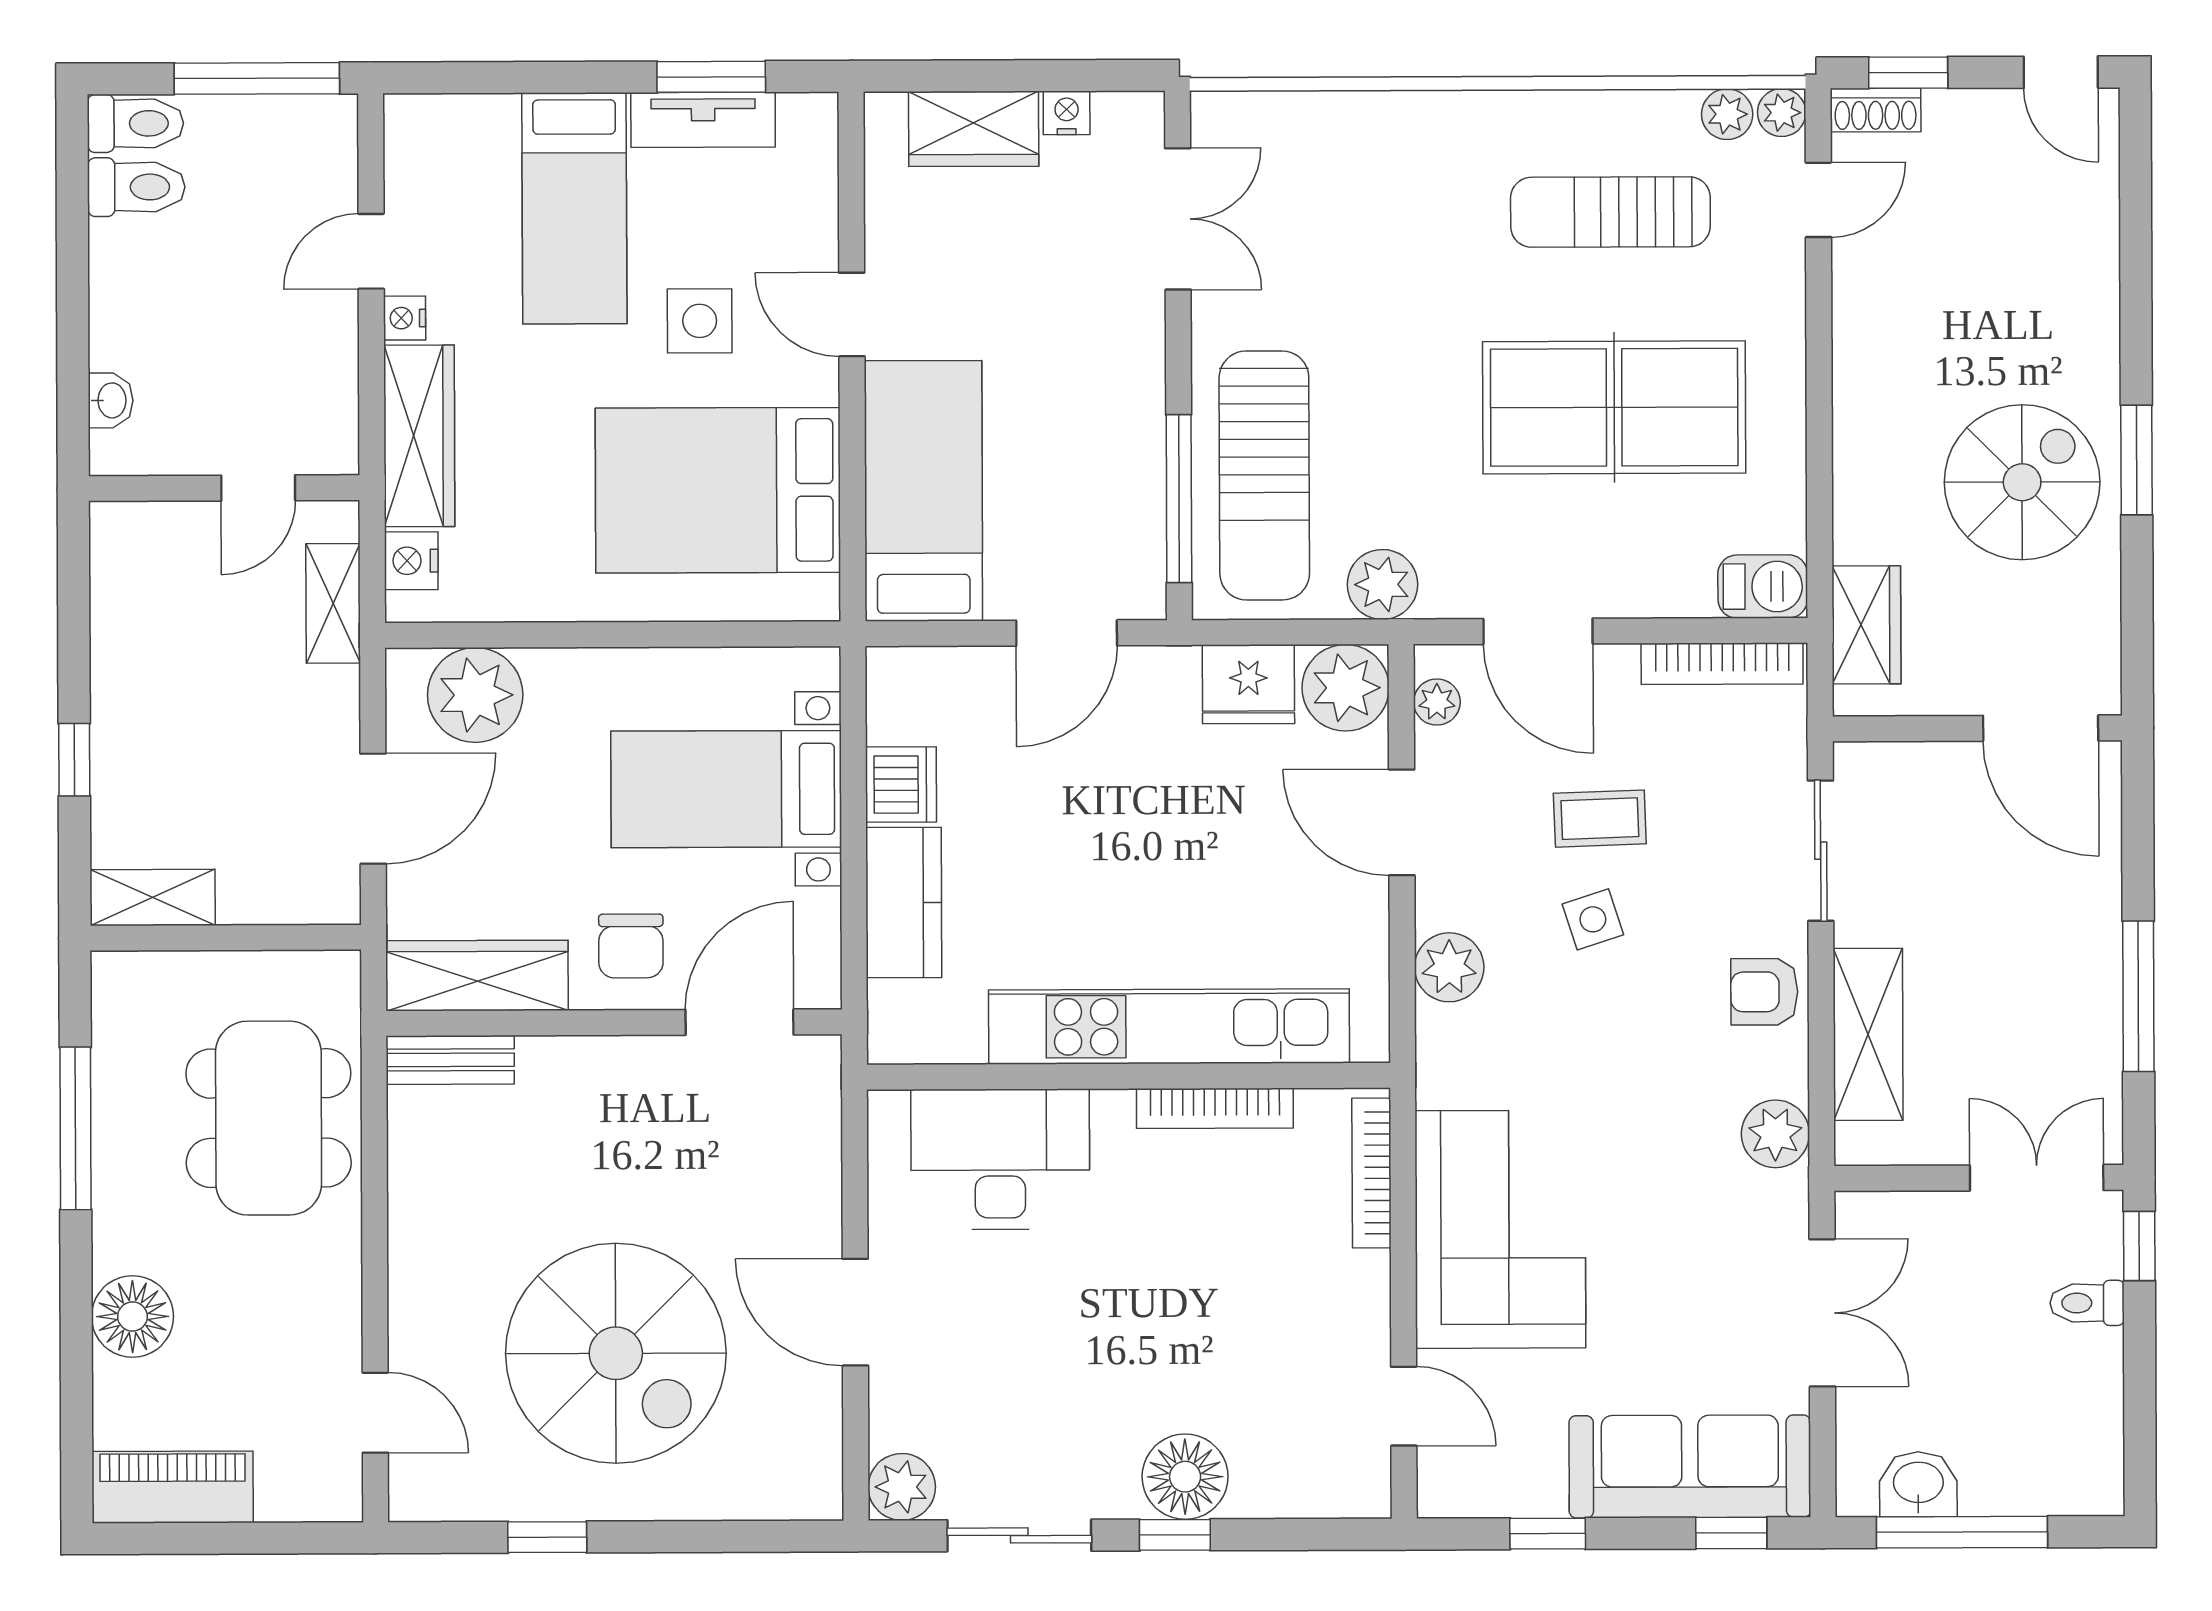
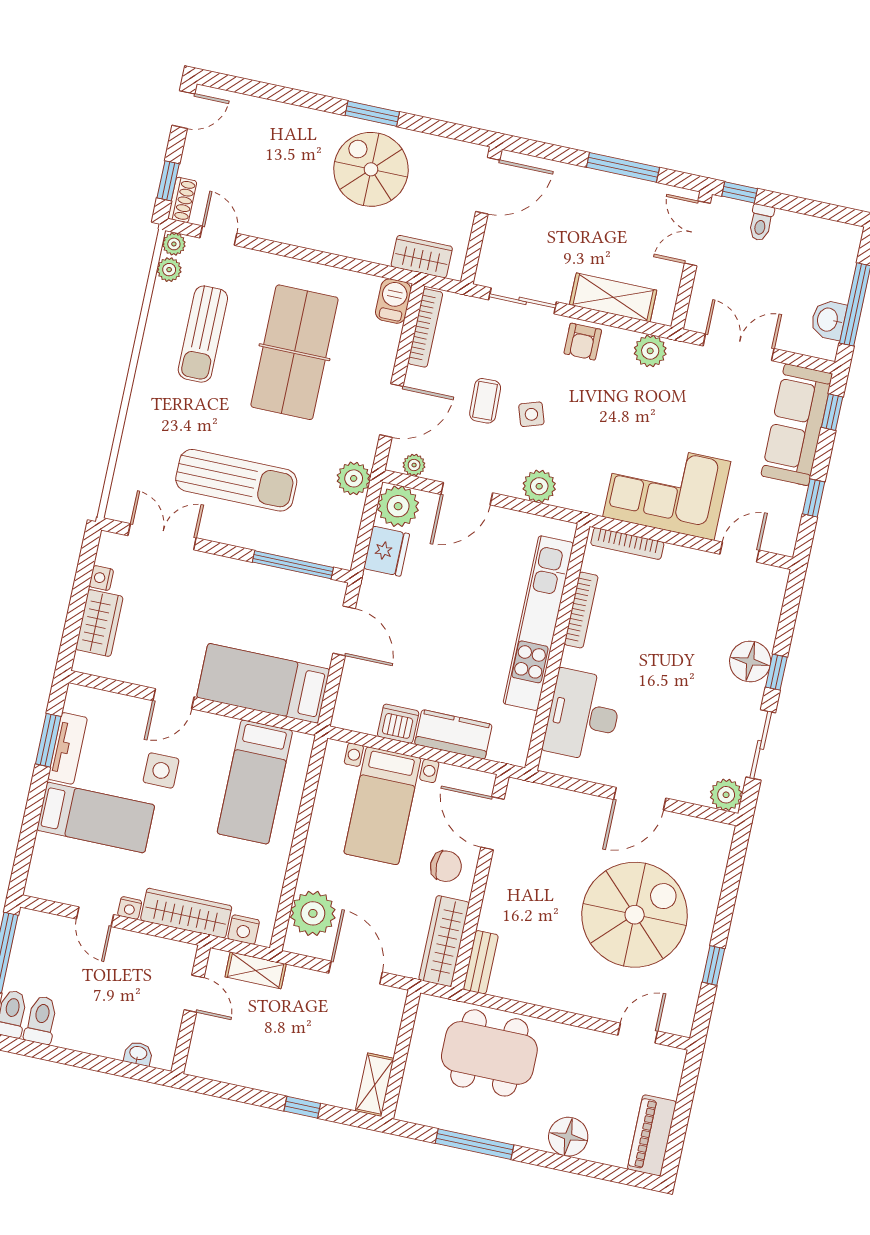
sun lounger: (1264, 475) -> (236, 480), moved
bed: (718, 490) -> (255, 782), width x0.67

